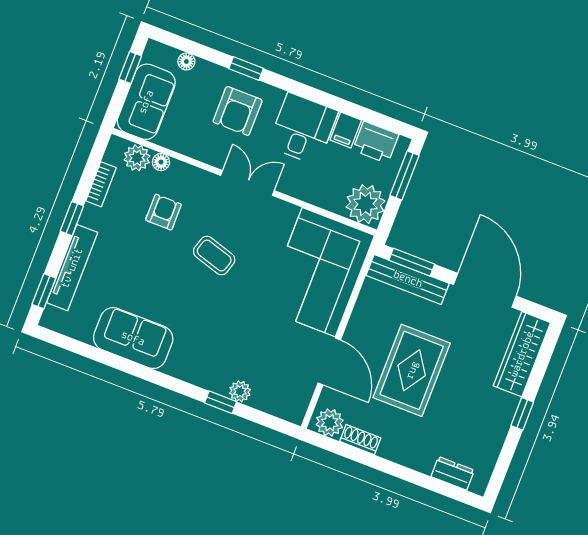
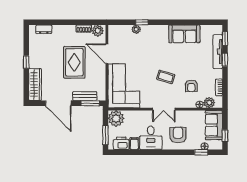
window: (246, 69) -> (201, 152), moved
window: (72, 219) -> (225, 60), moved
bench: (408, 279) -> (85, 96), width x0.73

